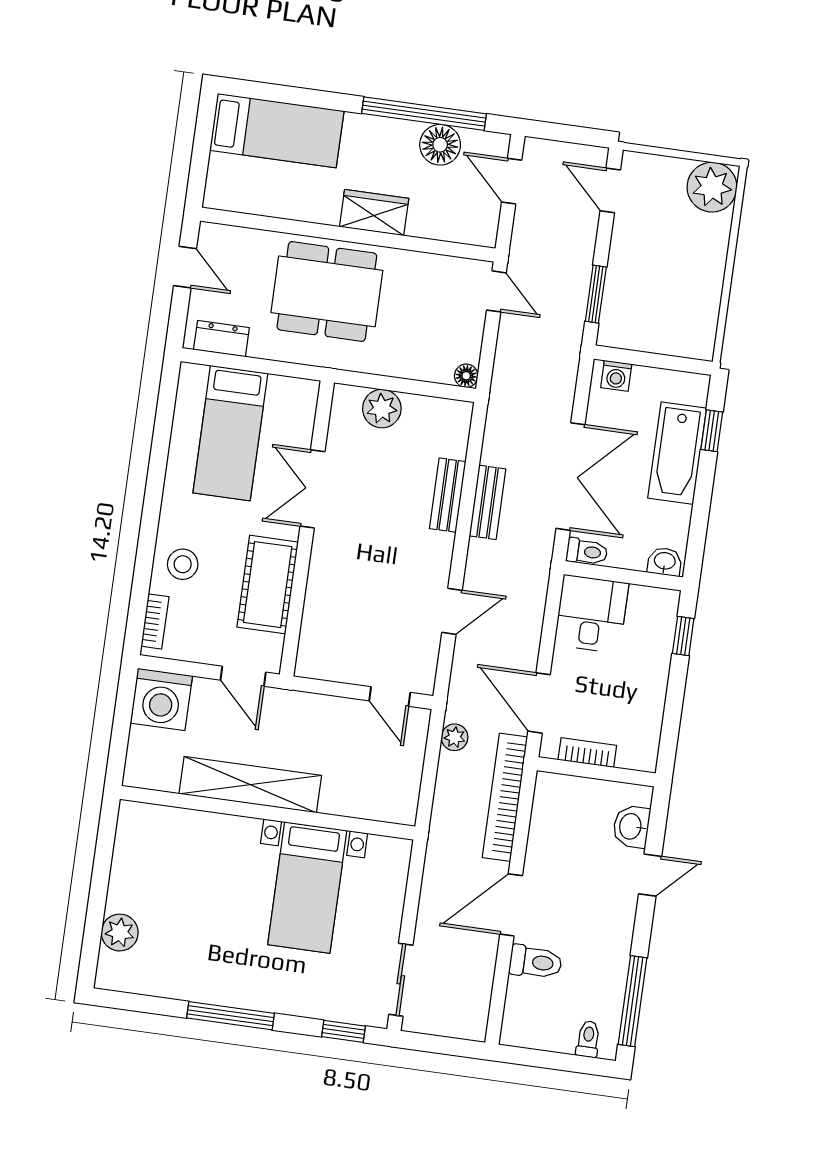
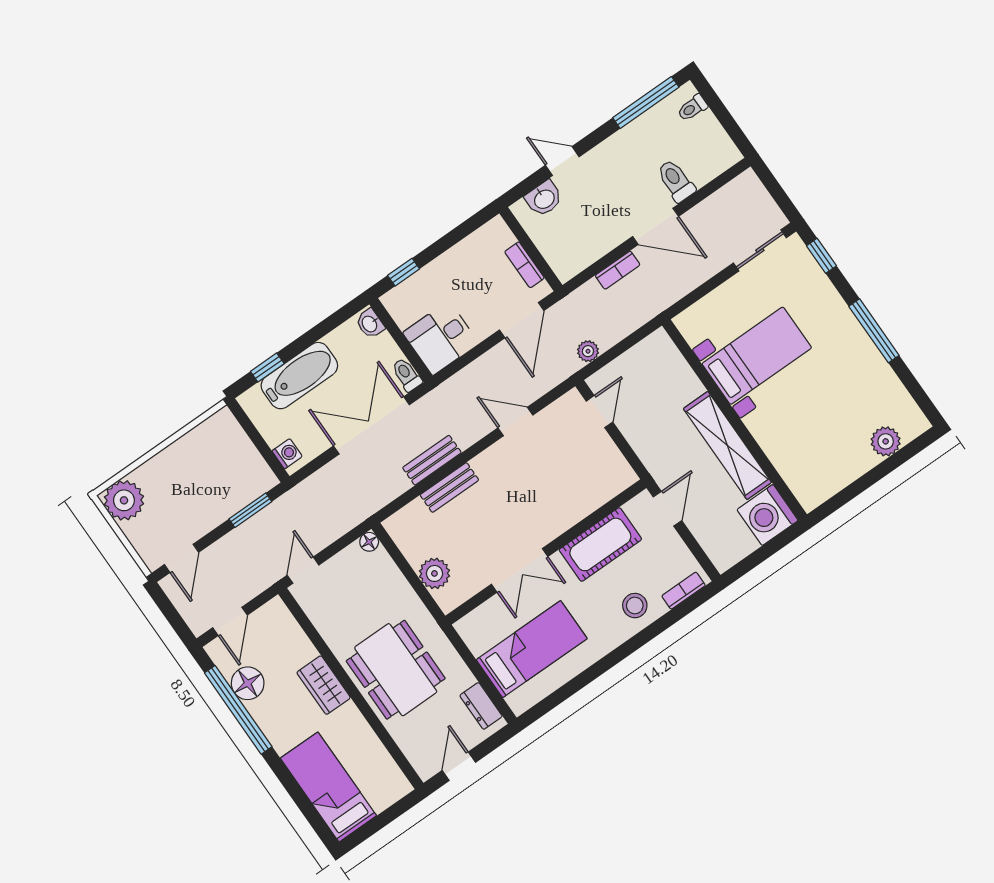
washing machine: (161, 699) -> (768, 515), moved, turned 180
bookcase: (505, 797) -> (618, 270), width x0.43, depth x0.76

